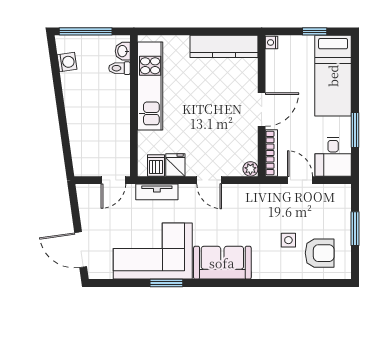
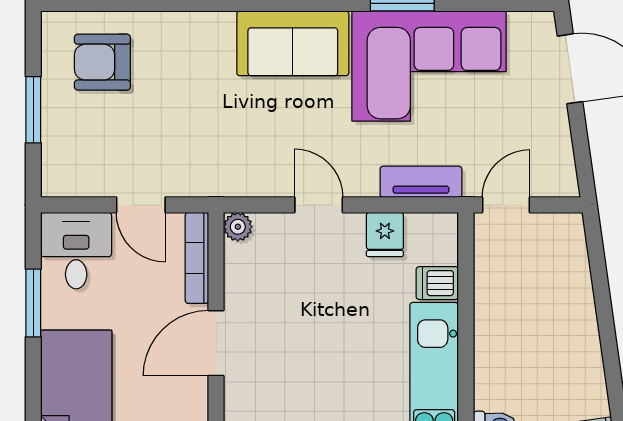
dishwasher: (156, 165) -> (437, 283), moved, turned 90
side table: (288, 240) -> (164, 88), removed

